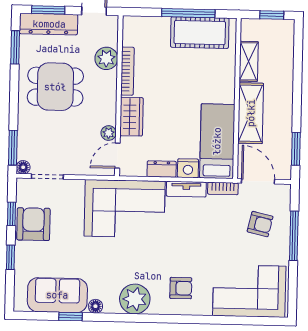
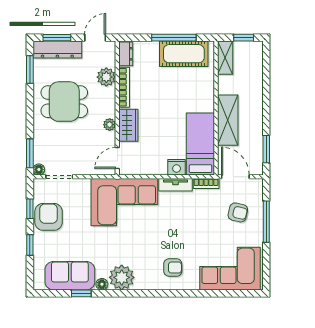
shelving: (249, 61) -> (225, 58), moved
plant: (109, 133) -> (110, 125), moved
dresser: (162, 169) -> (126, 54), moved, turned 90
plant: (135, 299) -> (122, 277), moved

